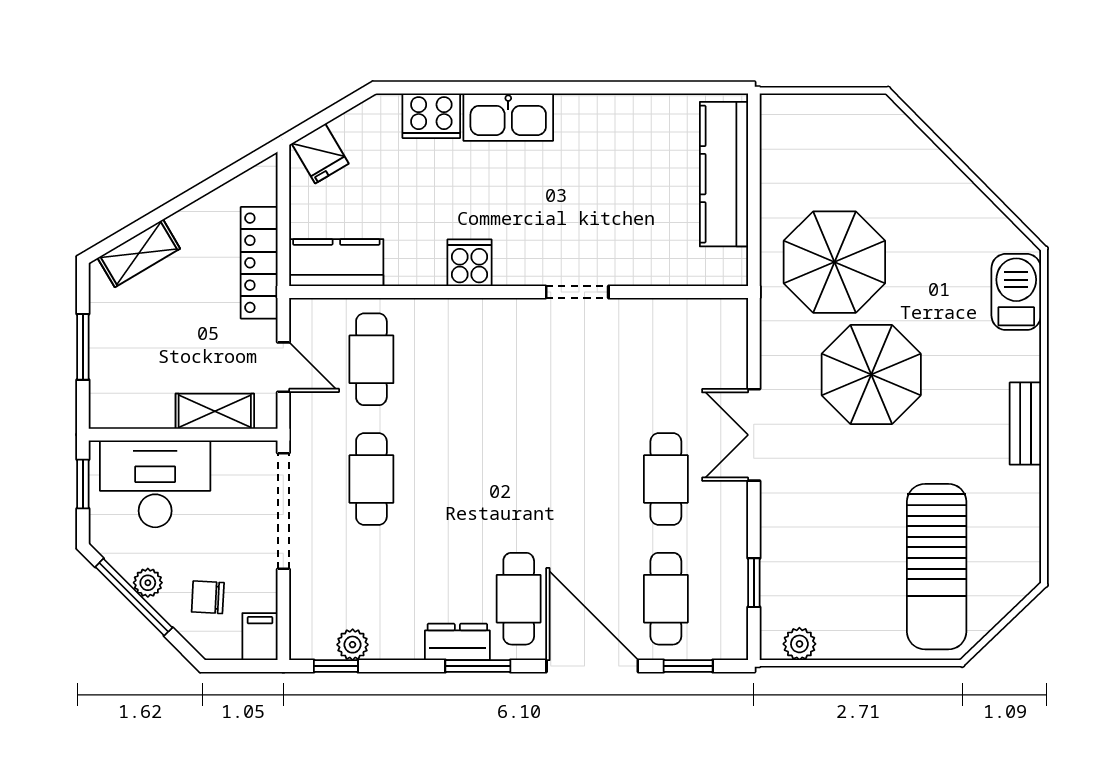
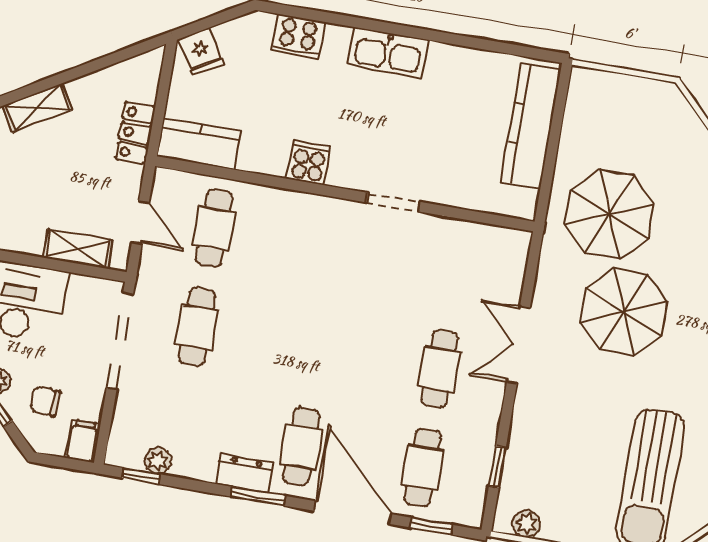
kitchen sink: (508, 117) -> (388, 53), moved
locker: (259, 263) -> (135, 133), width x0.66

